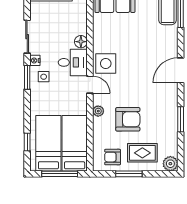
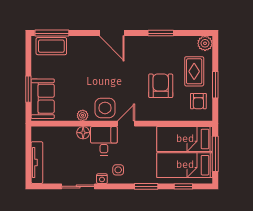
window: (27, 77) -> (146, 186), moved
plant: (98, 111) -> (83, 115), moved

